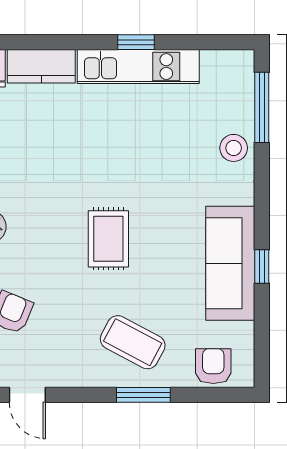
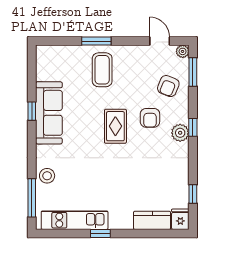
kitchen unit: (138, 67) -> (75, 220), moved
coffee table: (133, 342) -> (102, 70), turned 62
armchair: (213, 366) -> (150, 118), moved

